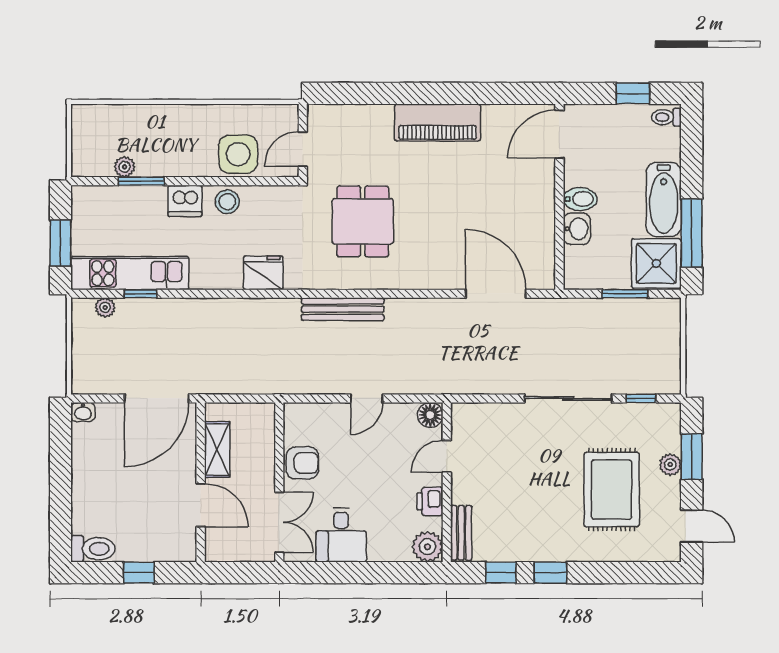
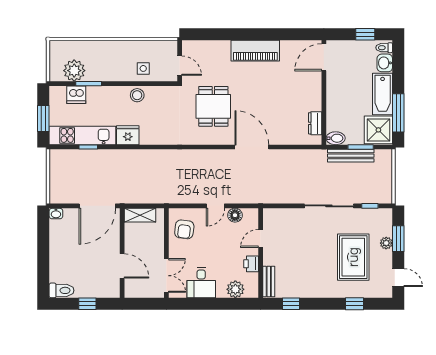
door: (303, 149) -> (180, 66), swing flipped
side table: (238, 154) -> (143, 68), width x0.54, depth x0.54
plant: (125, 167) -> (74, 71), width x1.87, depth x1.87
bidet: (580, 199) -> (336, 138), moved
dishwasher: (185, 201) -> (76, 95), moved
washbasin: (577, 229) -> (385, 63), moved, turned 180
dresser: (544, 252) -> (315, 123), added
fridge: (263, 273) -> (128, 135), moved
door: (496, 294) -> (252, 147), moved
plant: (105, 307) -> (68, 155), removed
bench: (343, 309) -> (351, 156), moved
floor lamp: (430, 415) -> (235, 215), moved
shelving: (217, 450) -> (140, 215), moved, turned 90
armchair: (302, 463) -> (184, 229), moved, turned 97
plant: (427, 547) -> (235, 289), moved
window: (550, 573) -> (354, 304), moved

